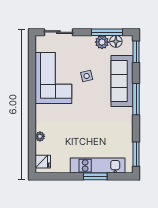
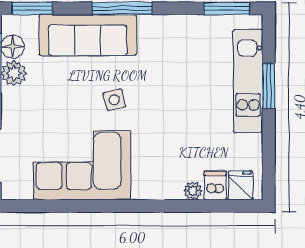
side table: (87, 76) -> (114, 100), moved
dishwasher: (43, 148) -> (215, 185), added

